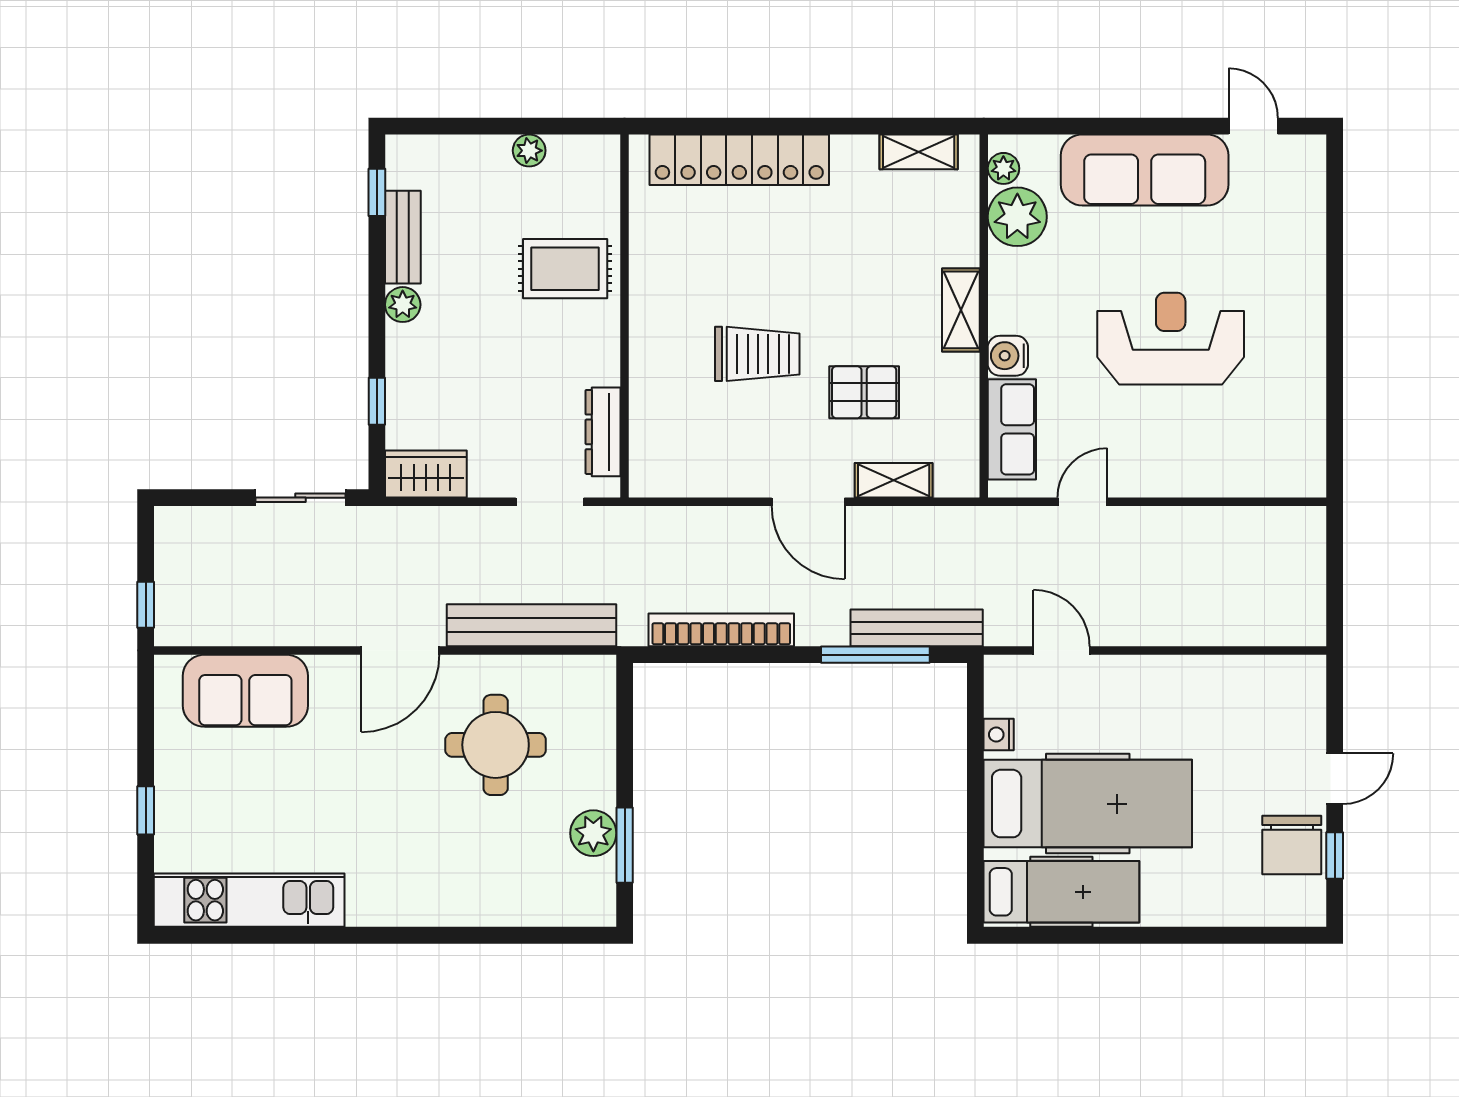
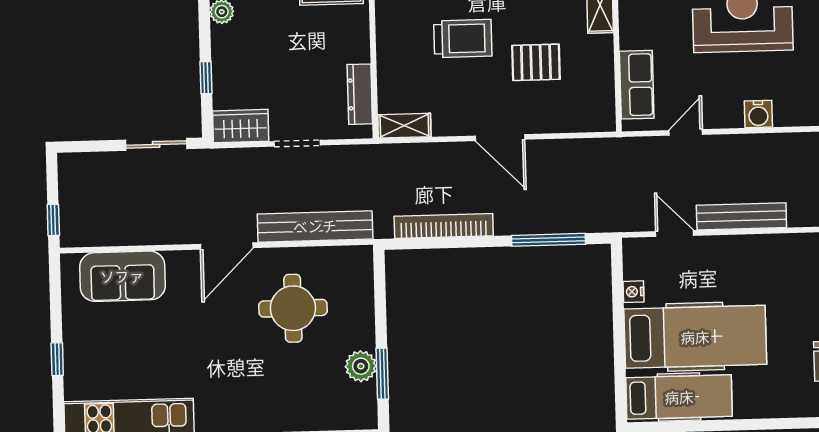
water cooler: (1008, 356) -> (758, 114), moved, turned -90
shelving: (894, 480) -> (404, 126), moved
doorway: (550, 502) -> (297, 143), moved
bench: (917, 628) -> (741, 216), moved

